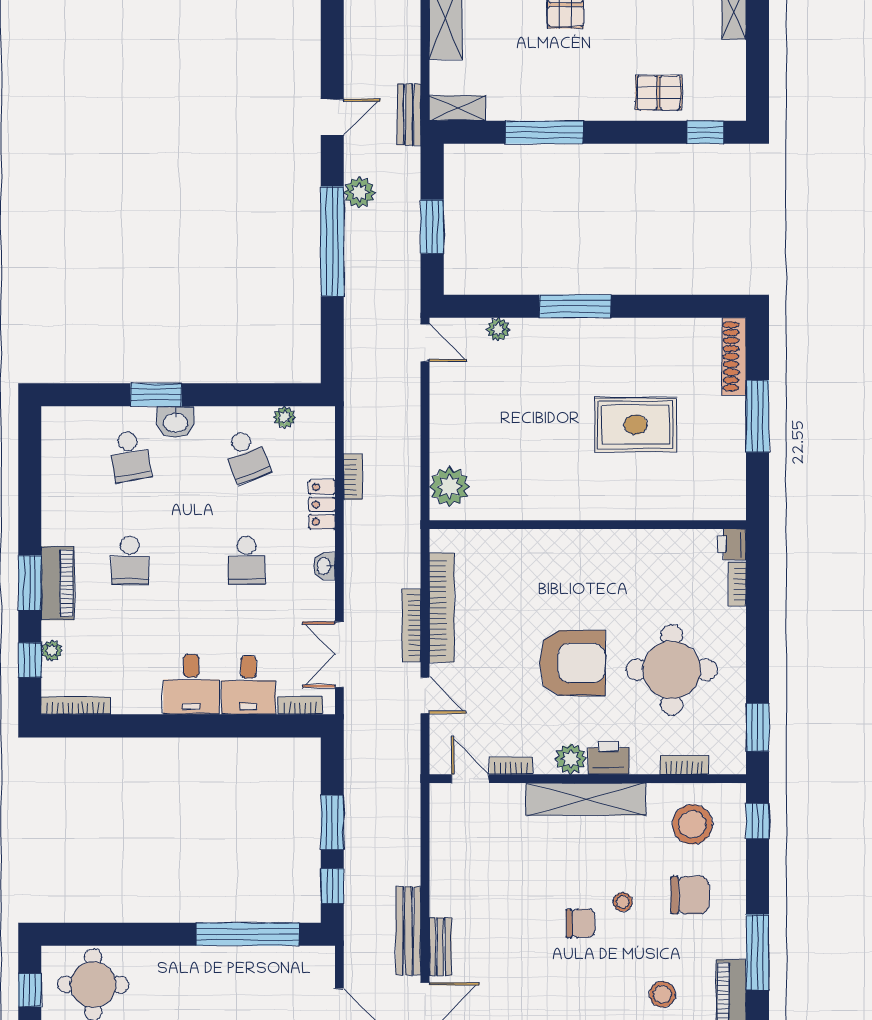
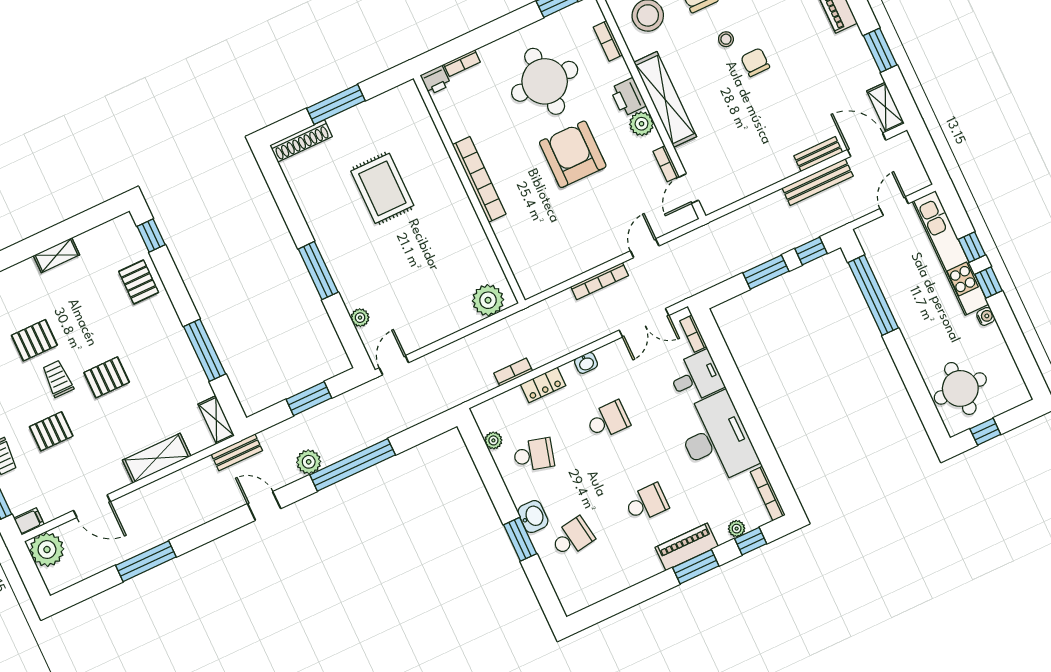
school desk: (246, 456) -> (534, 455), turned 36
bookcase: (442, 608) -> (479, 179), moved, turned 90
desk: (191, 684) -> (716, 439), width x1.87, depth x1.30

